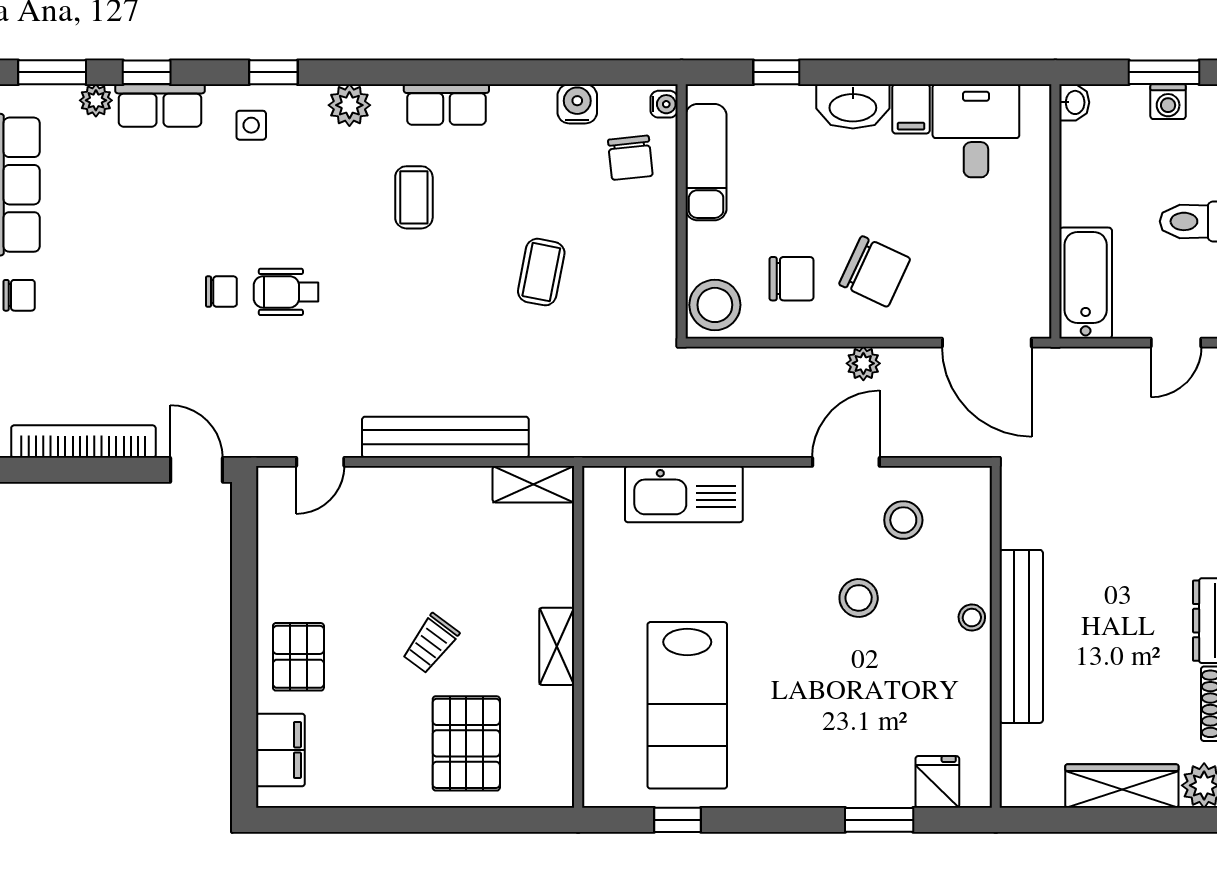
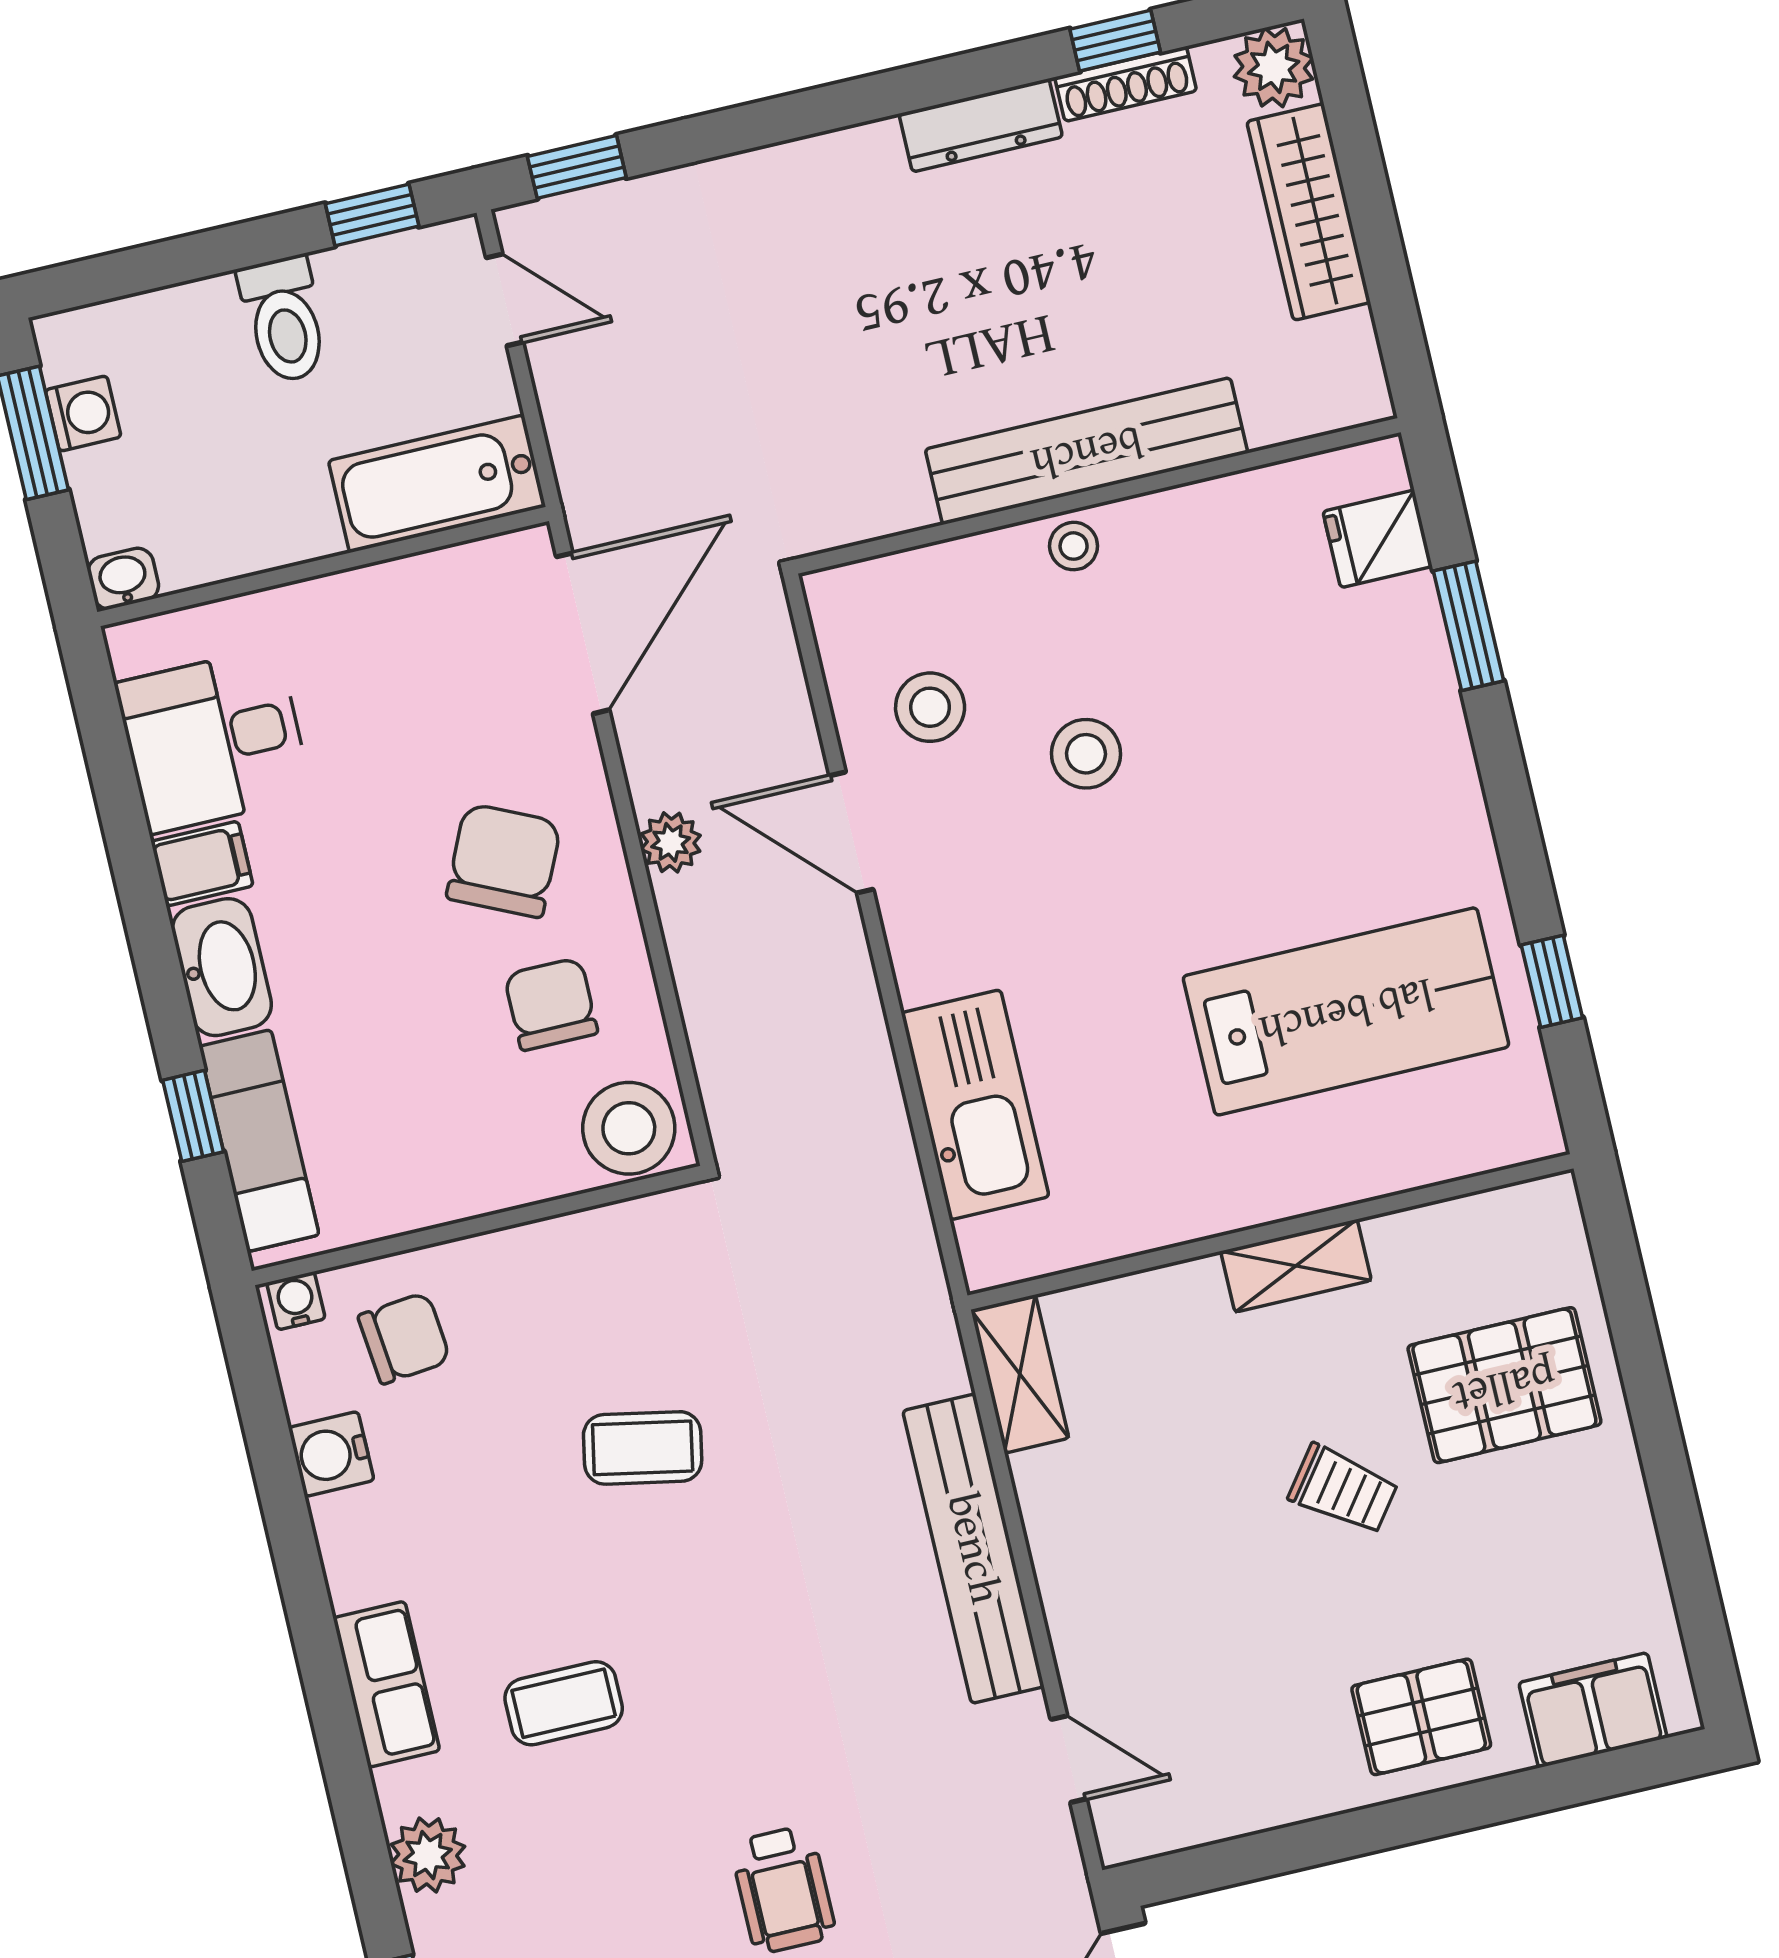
exam couch: (706, 162) -> (259, 1141), moved, turned 90

